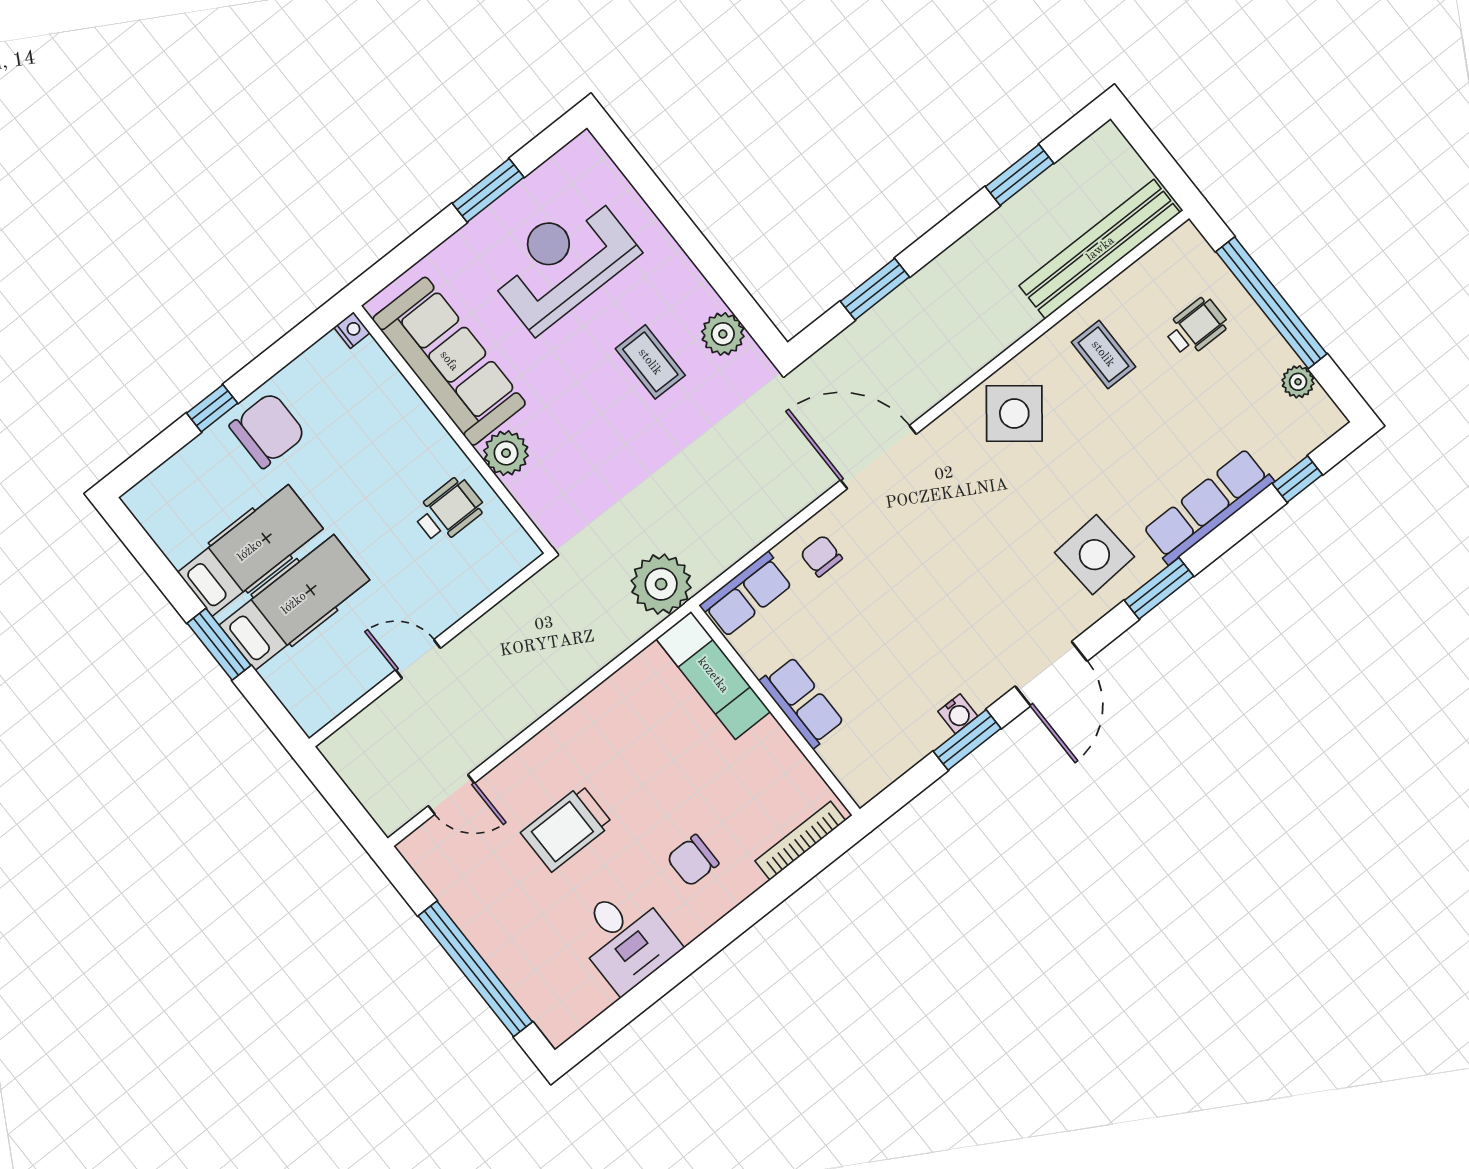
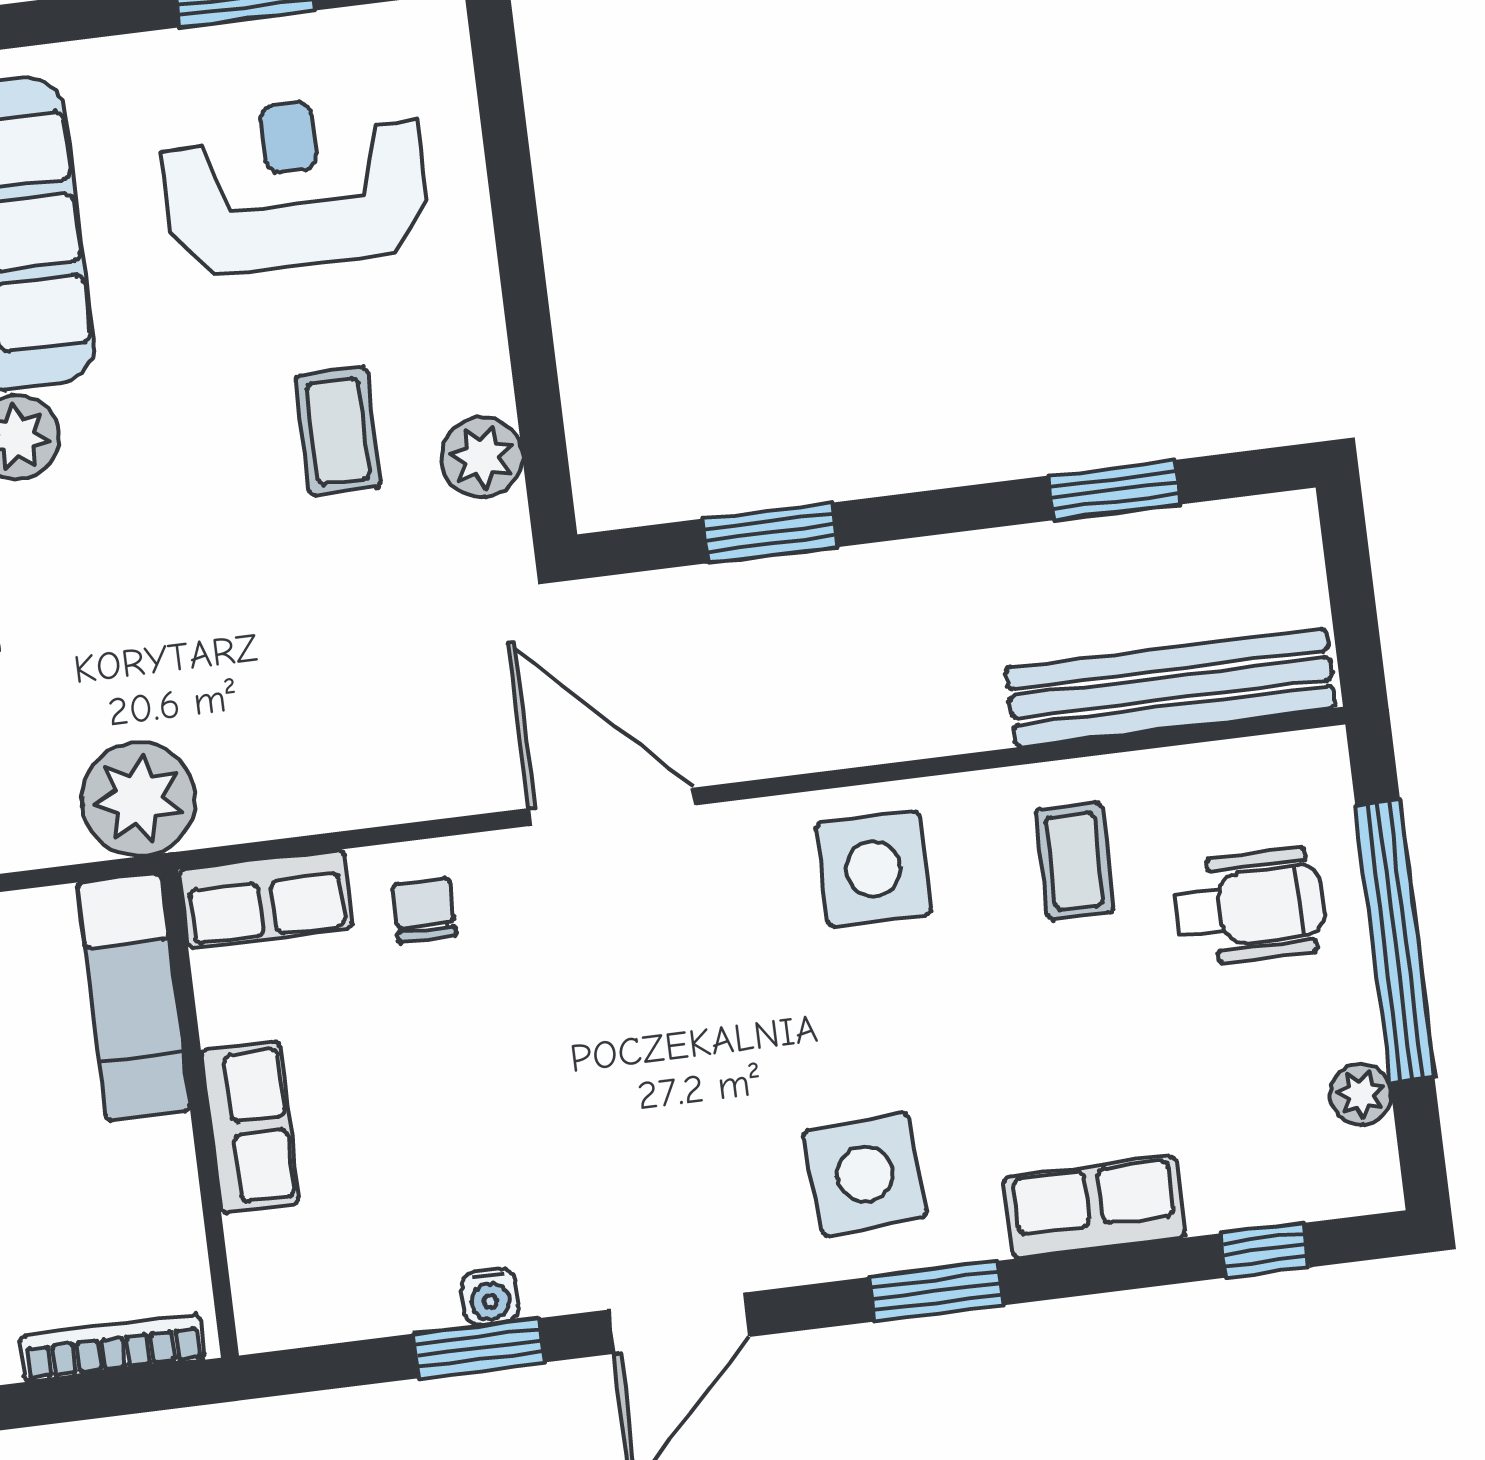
wheelchair: (1196, 327) -> (1250, 907), width x1.36, depth x1.37
side table: (1014, 413) -> (873, 869), turned -38
row of seats: (1208, 506) -> (1095, 1207), width x0.68

